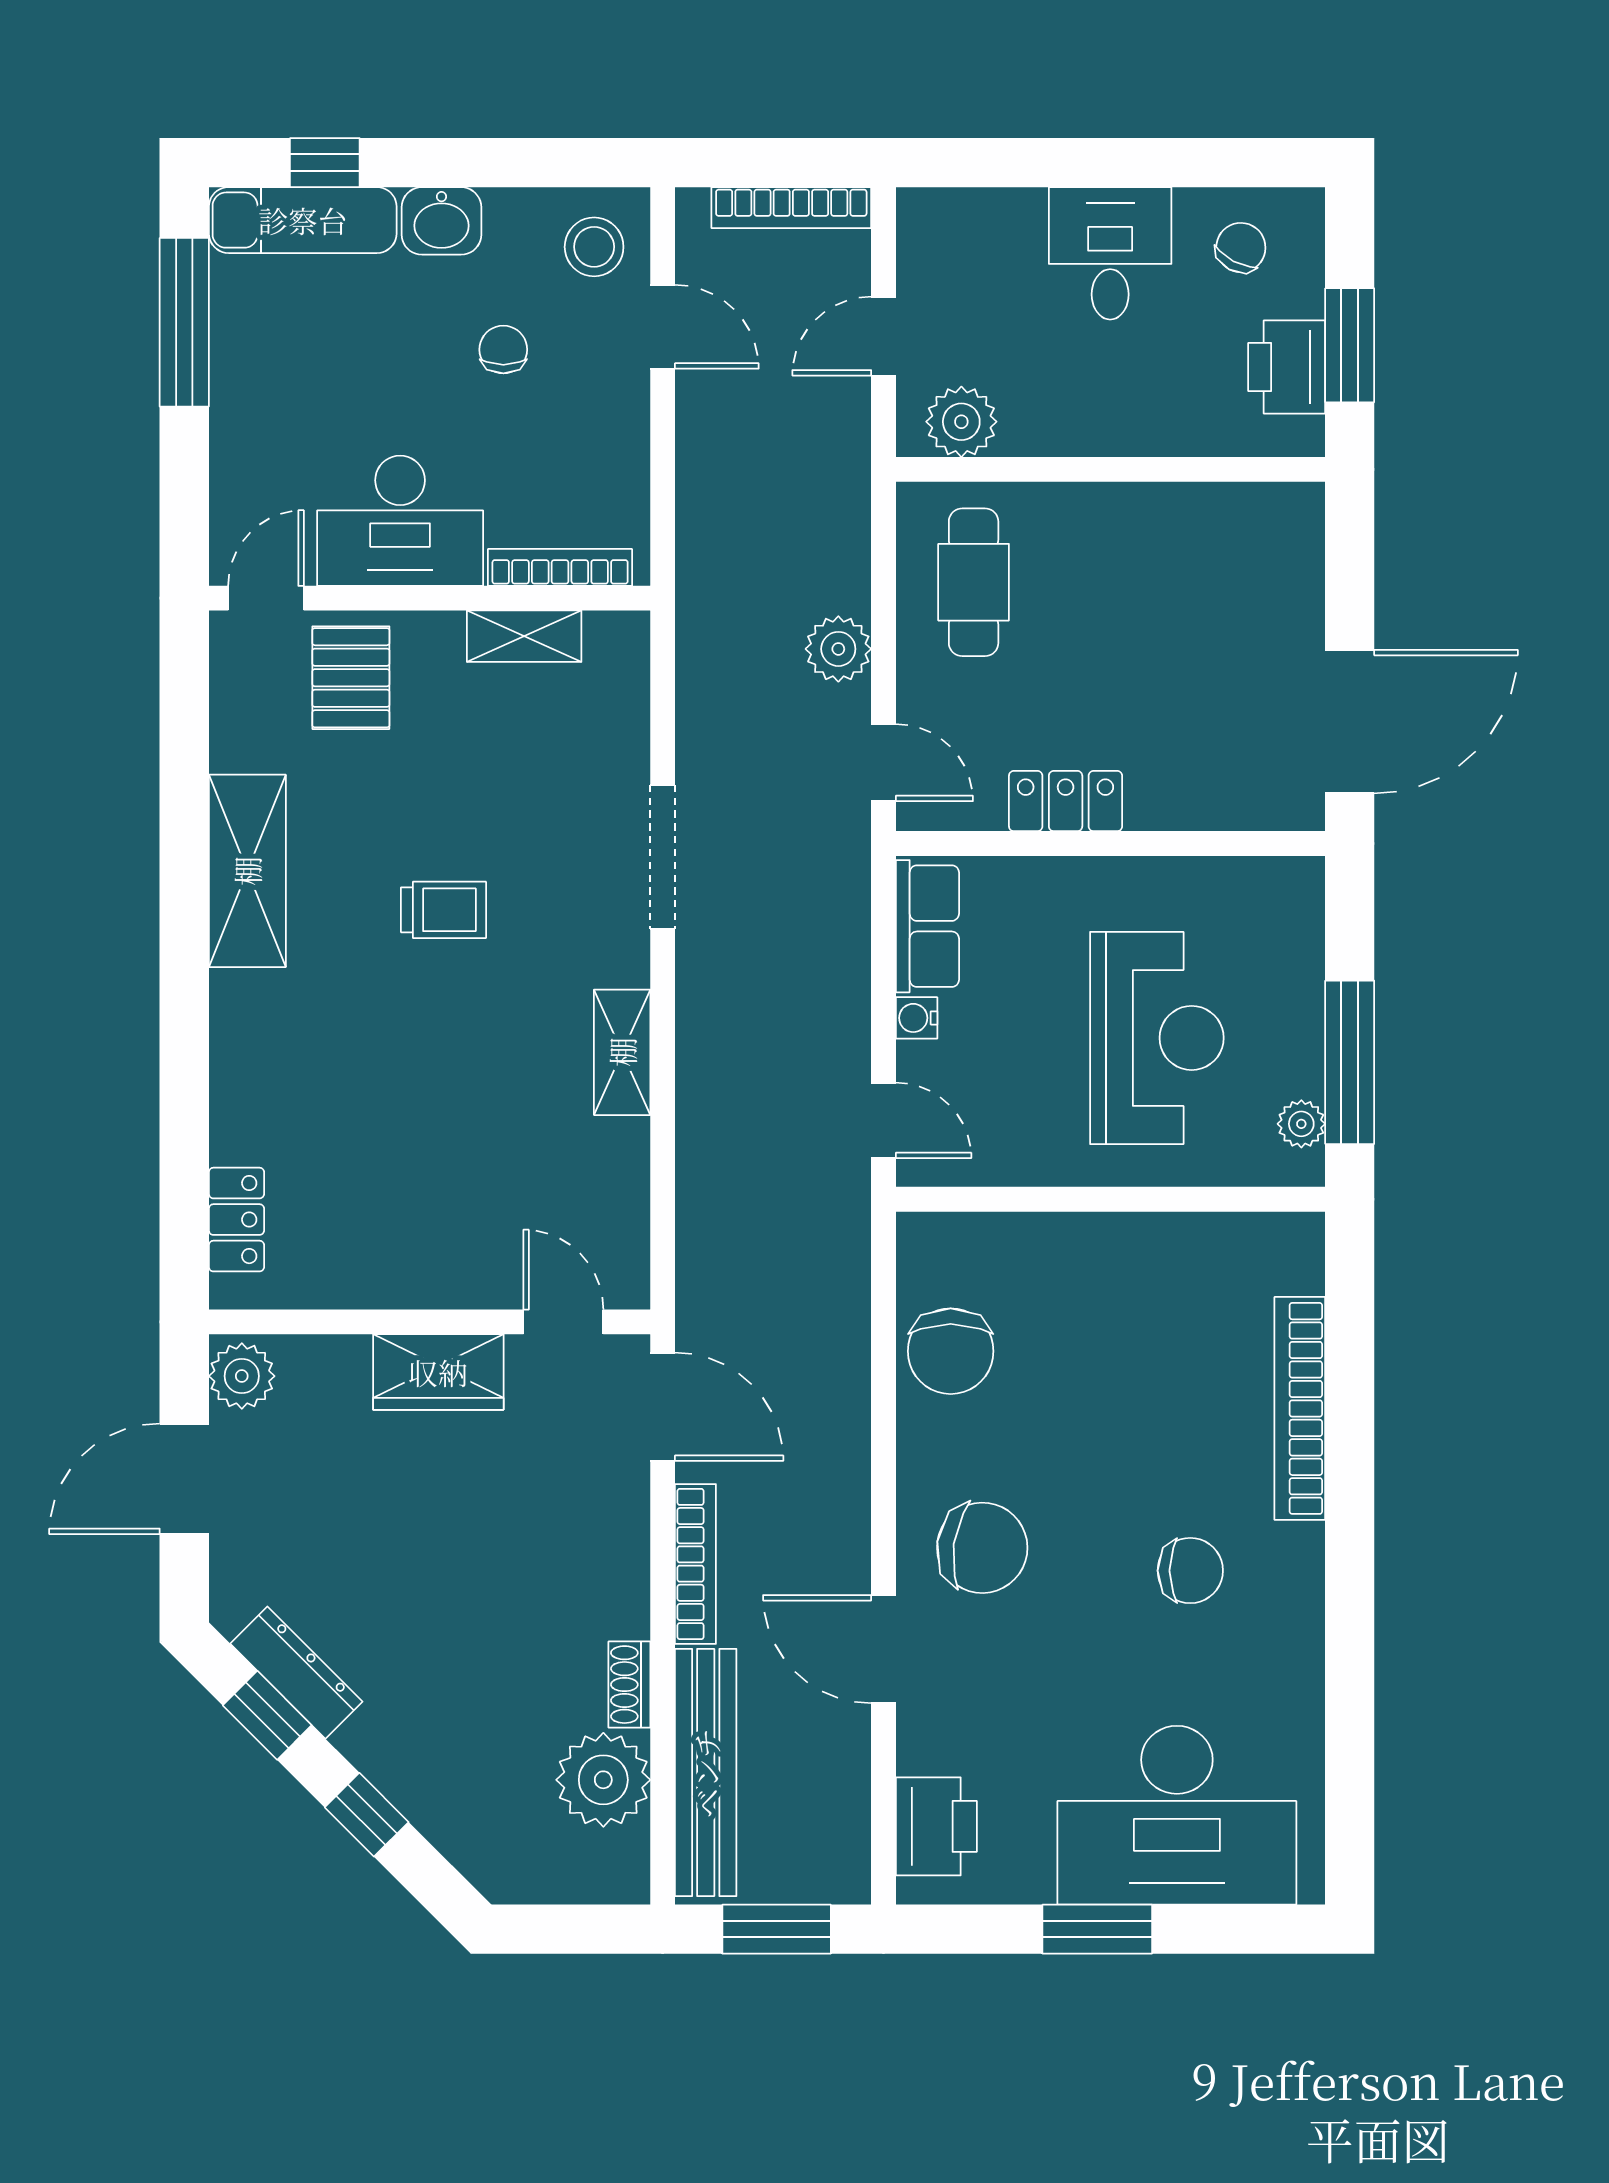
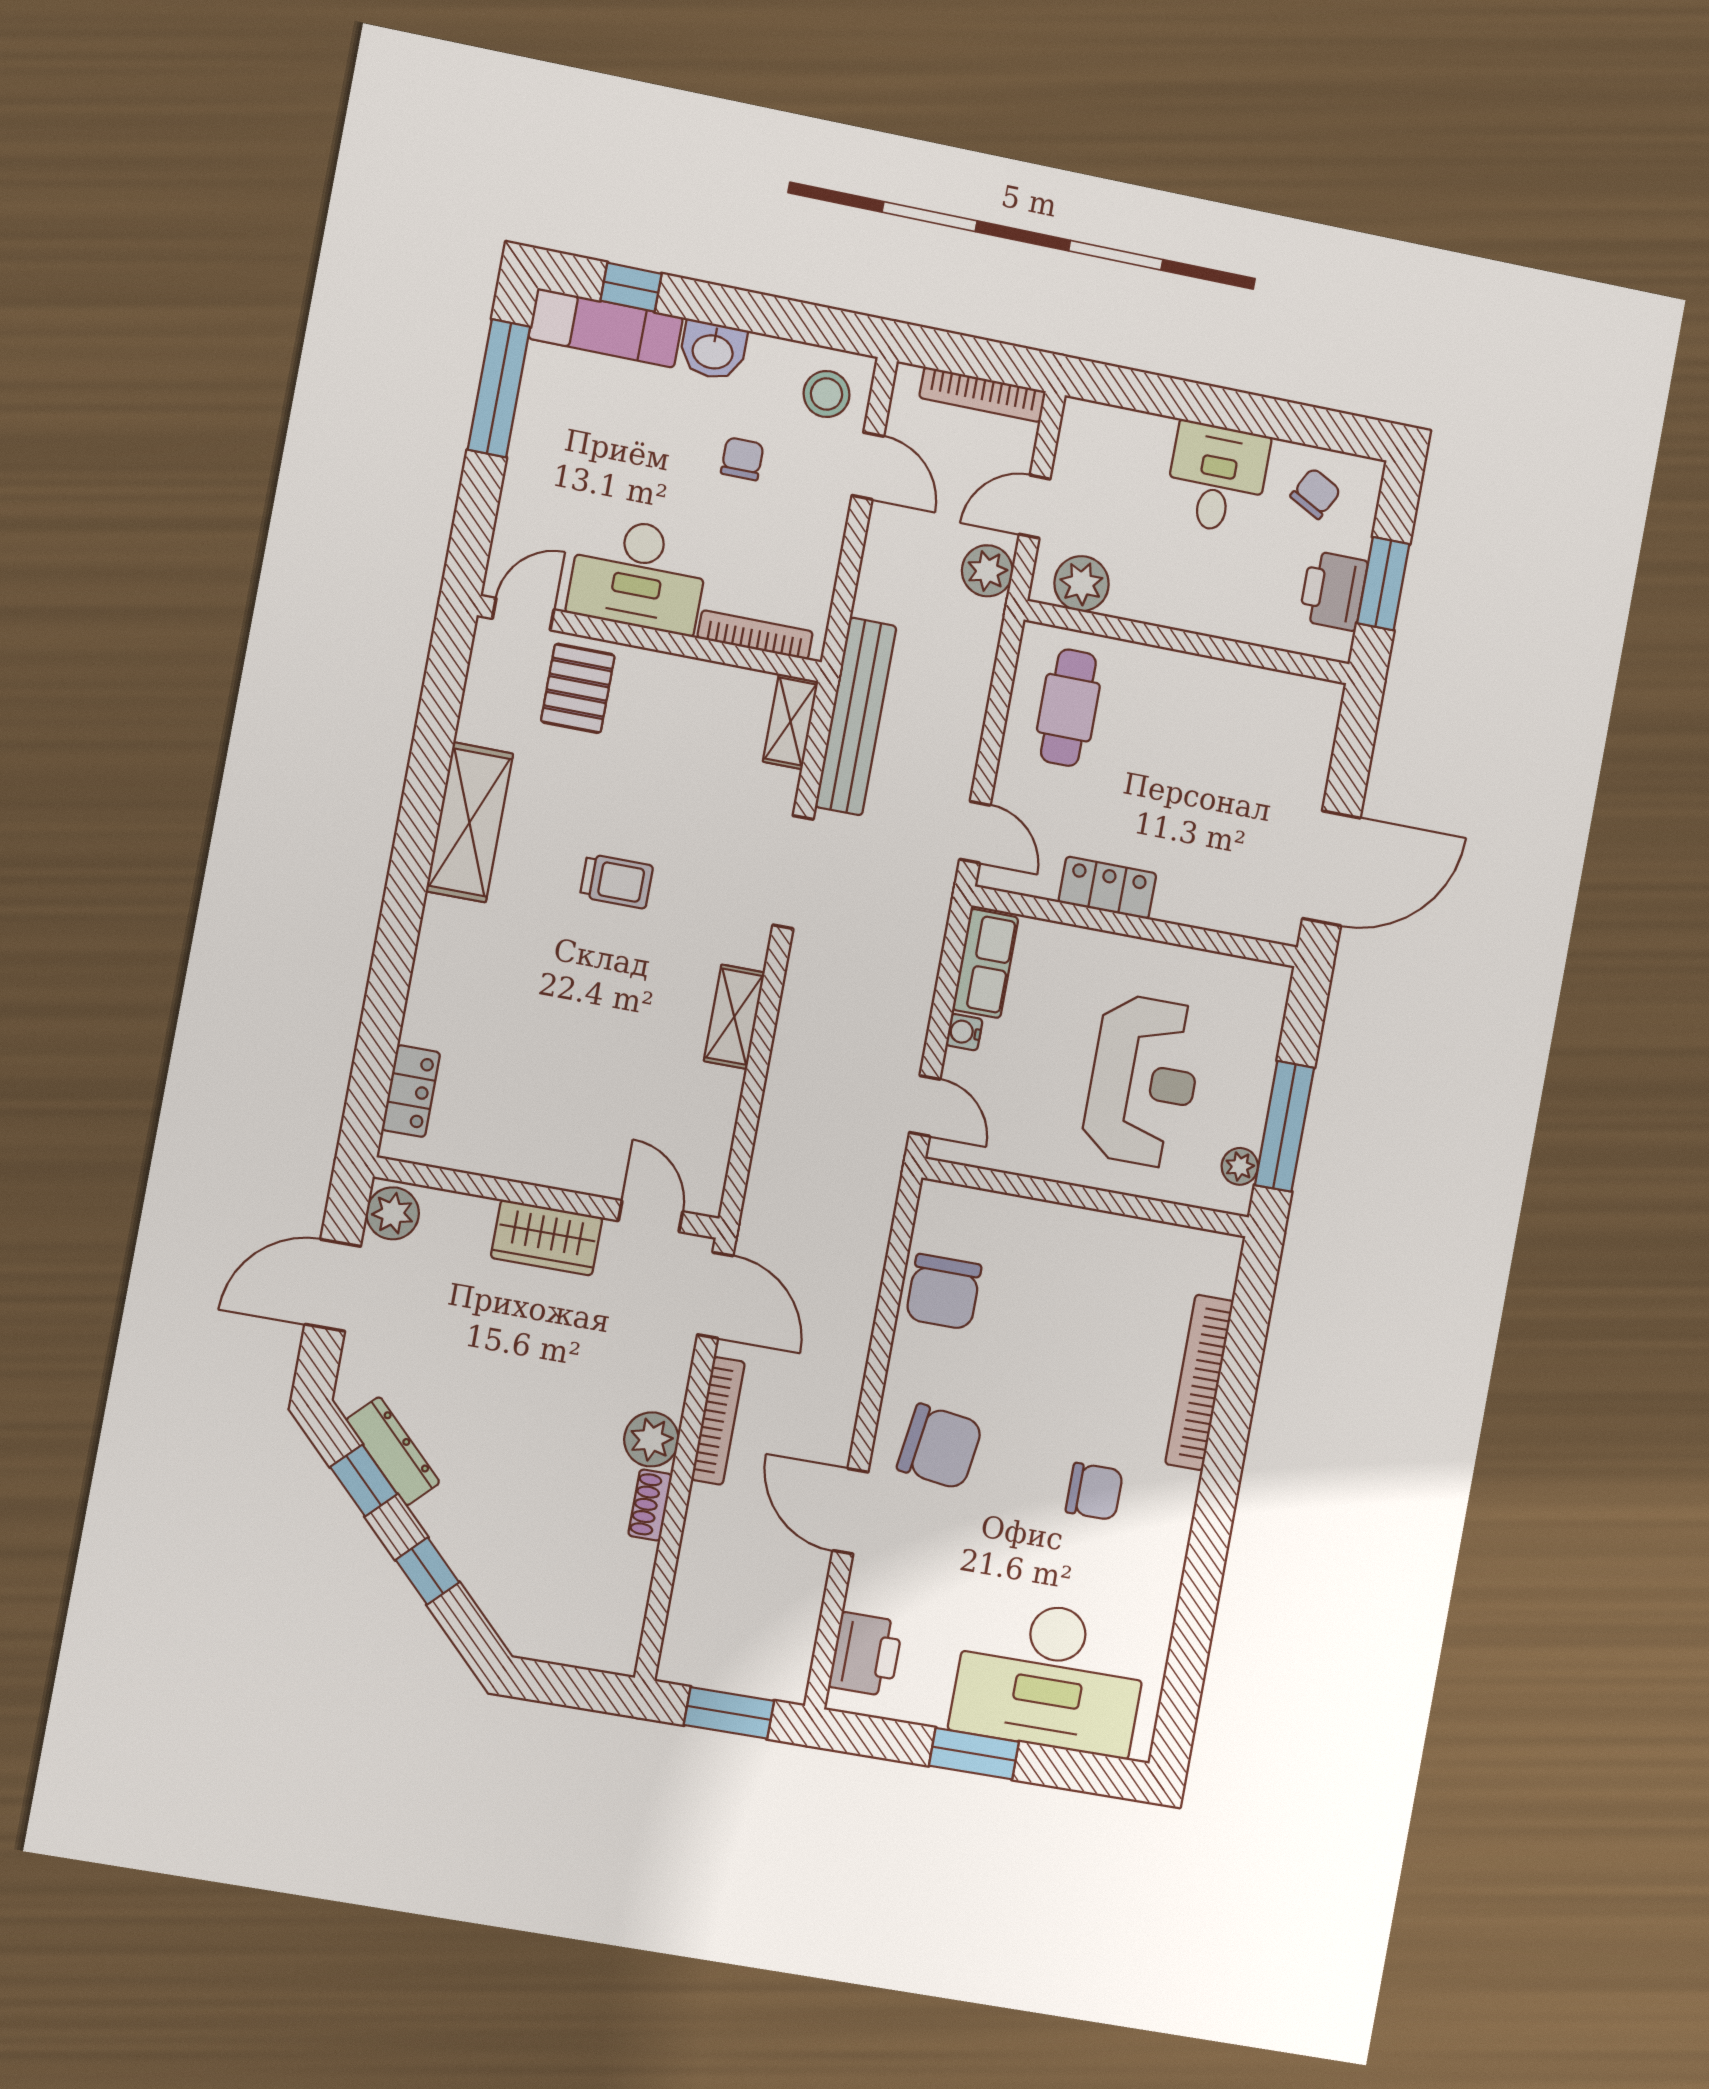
shelving: (524, 636) -> (791, 721), moved, turned 90
plant: (838, 649) -> (987, 571), moved
bench: (706, 1773) -> (856, 716), moved
plant: (603, 1780) -> (651, 1439), moved, width x0.73, depth x0.73

